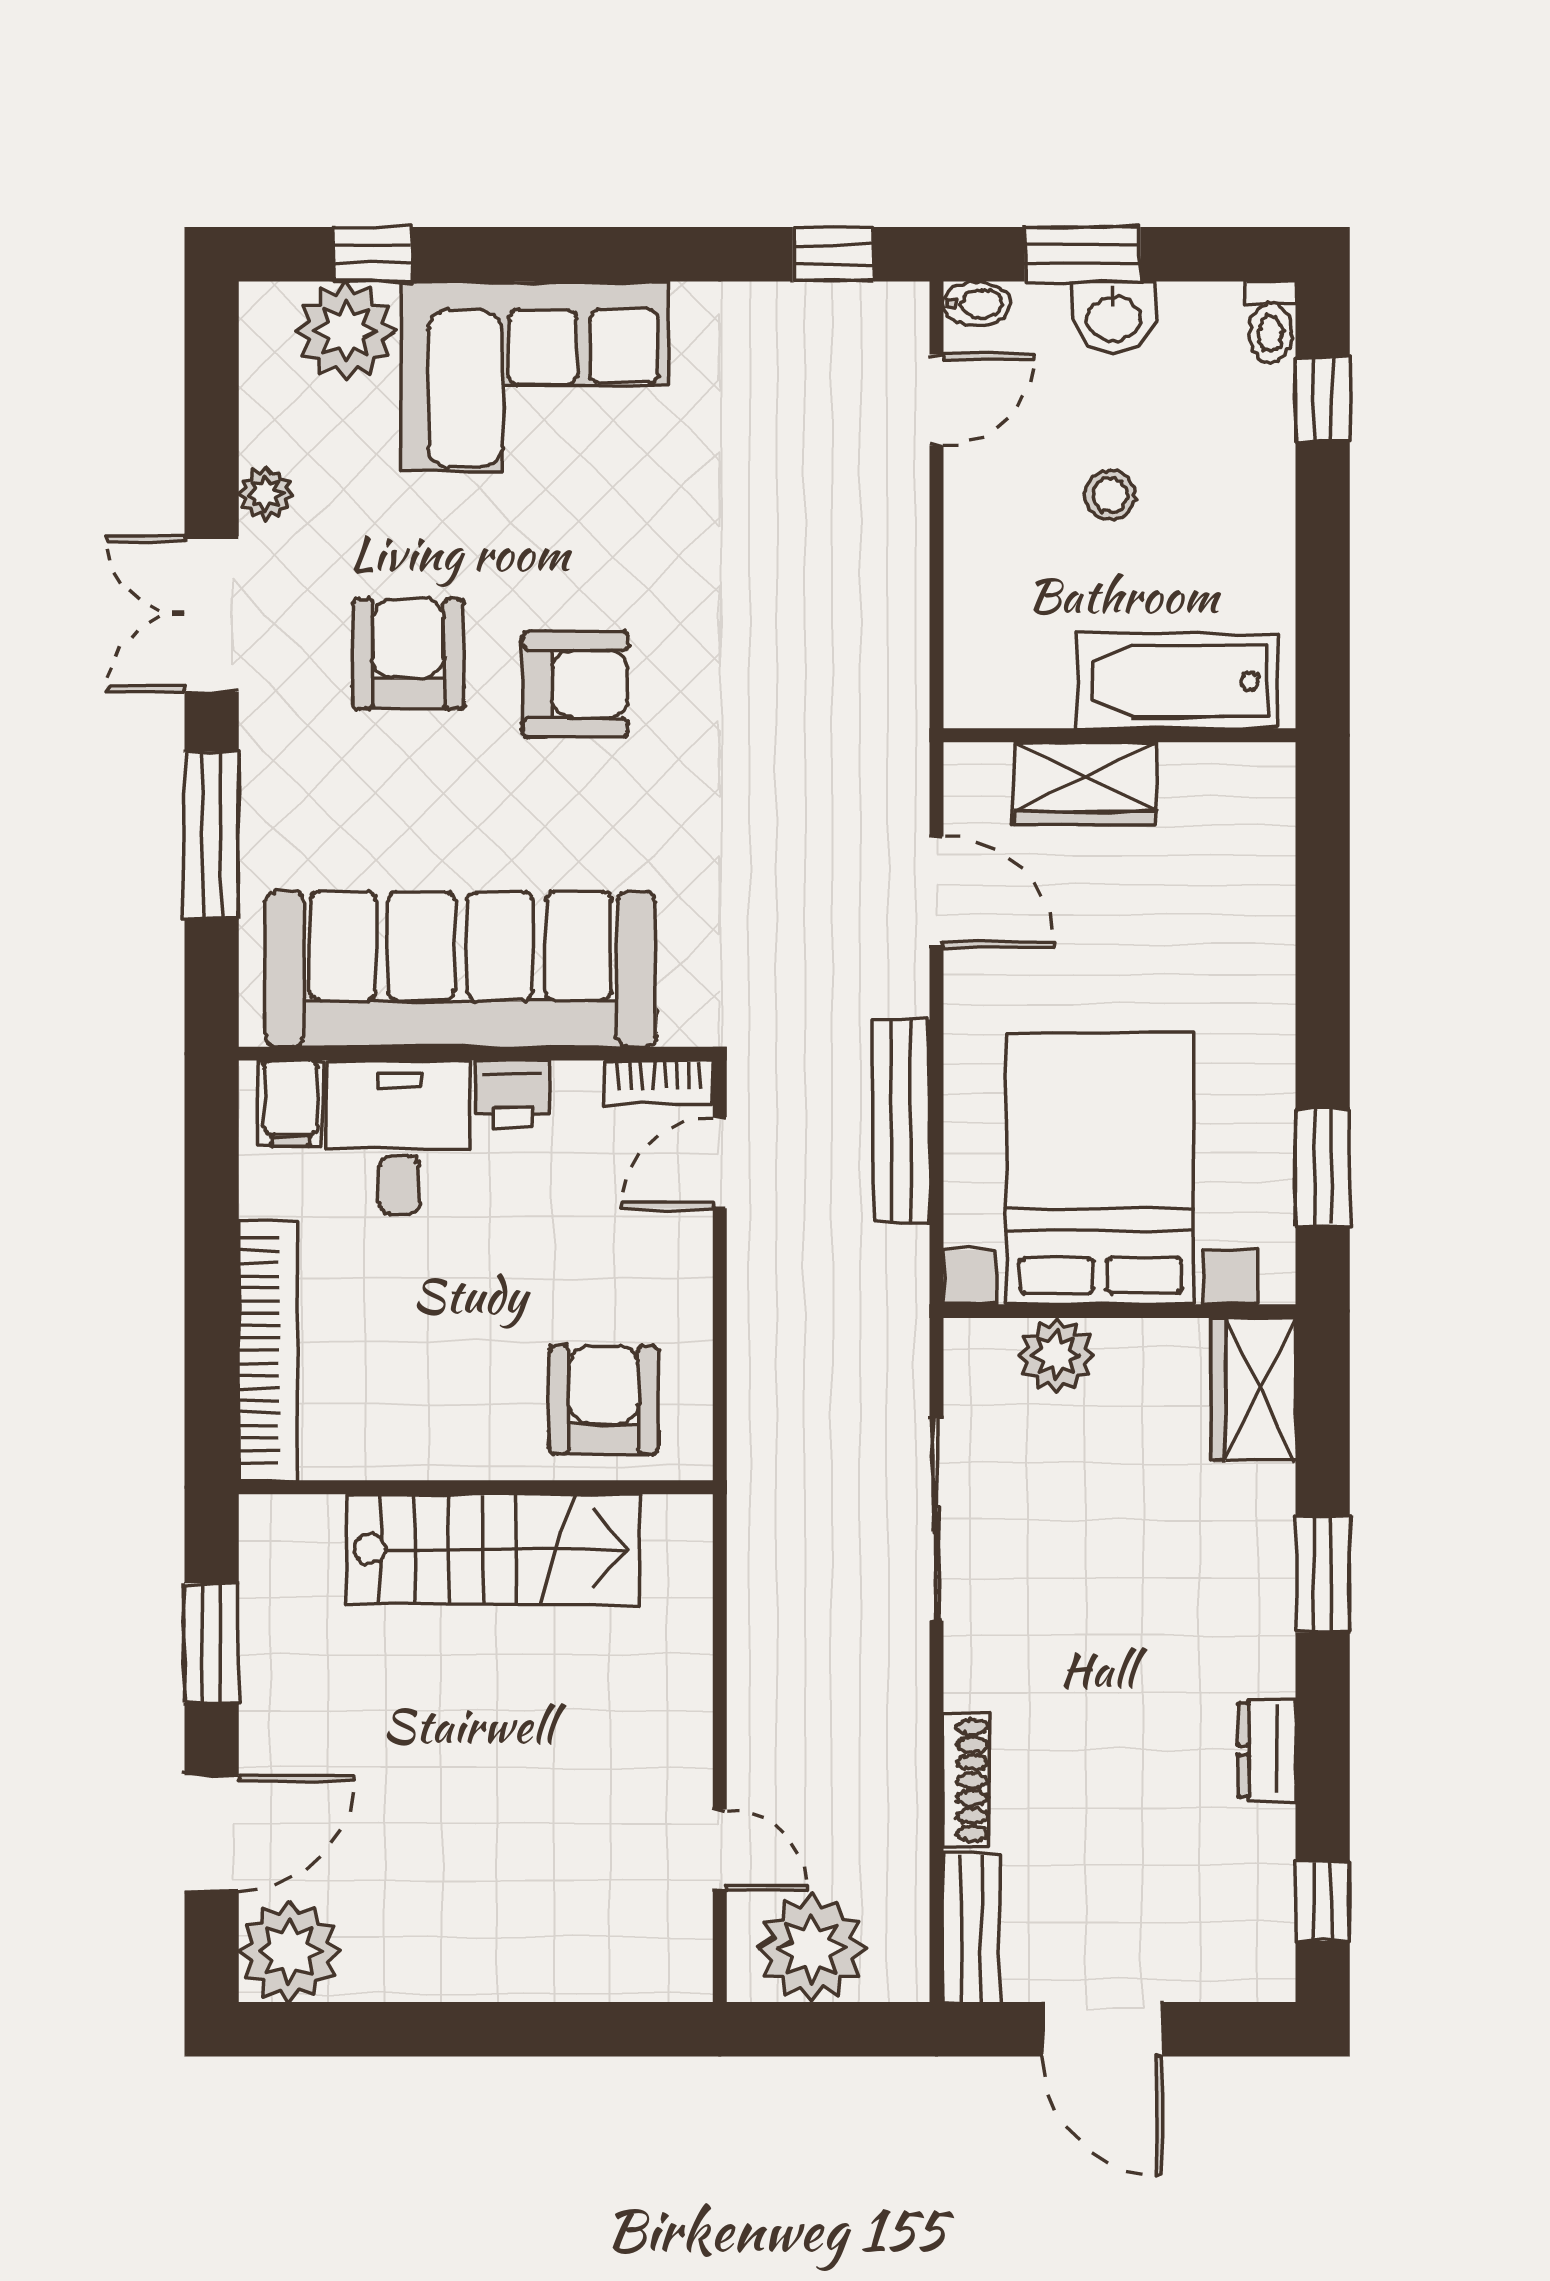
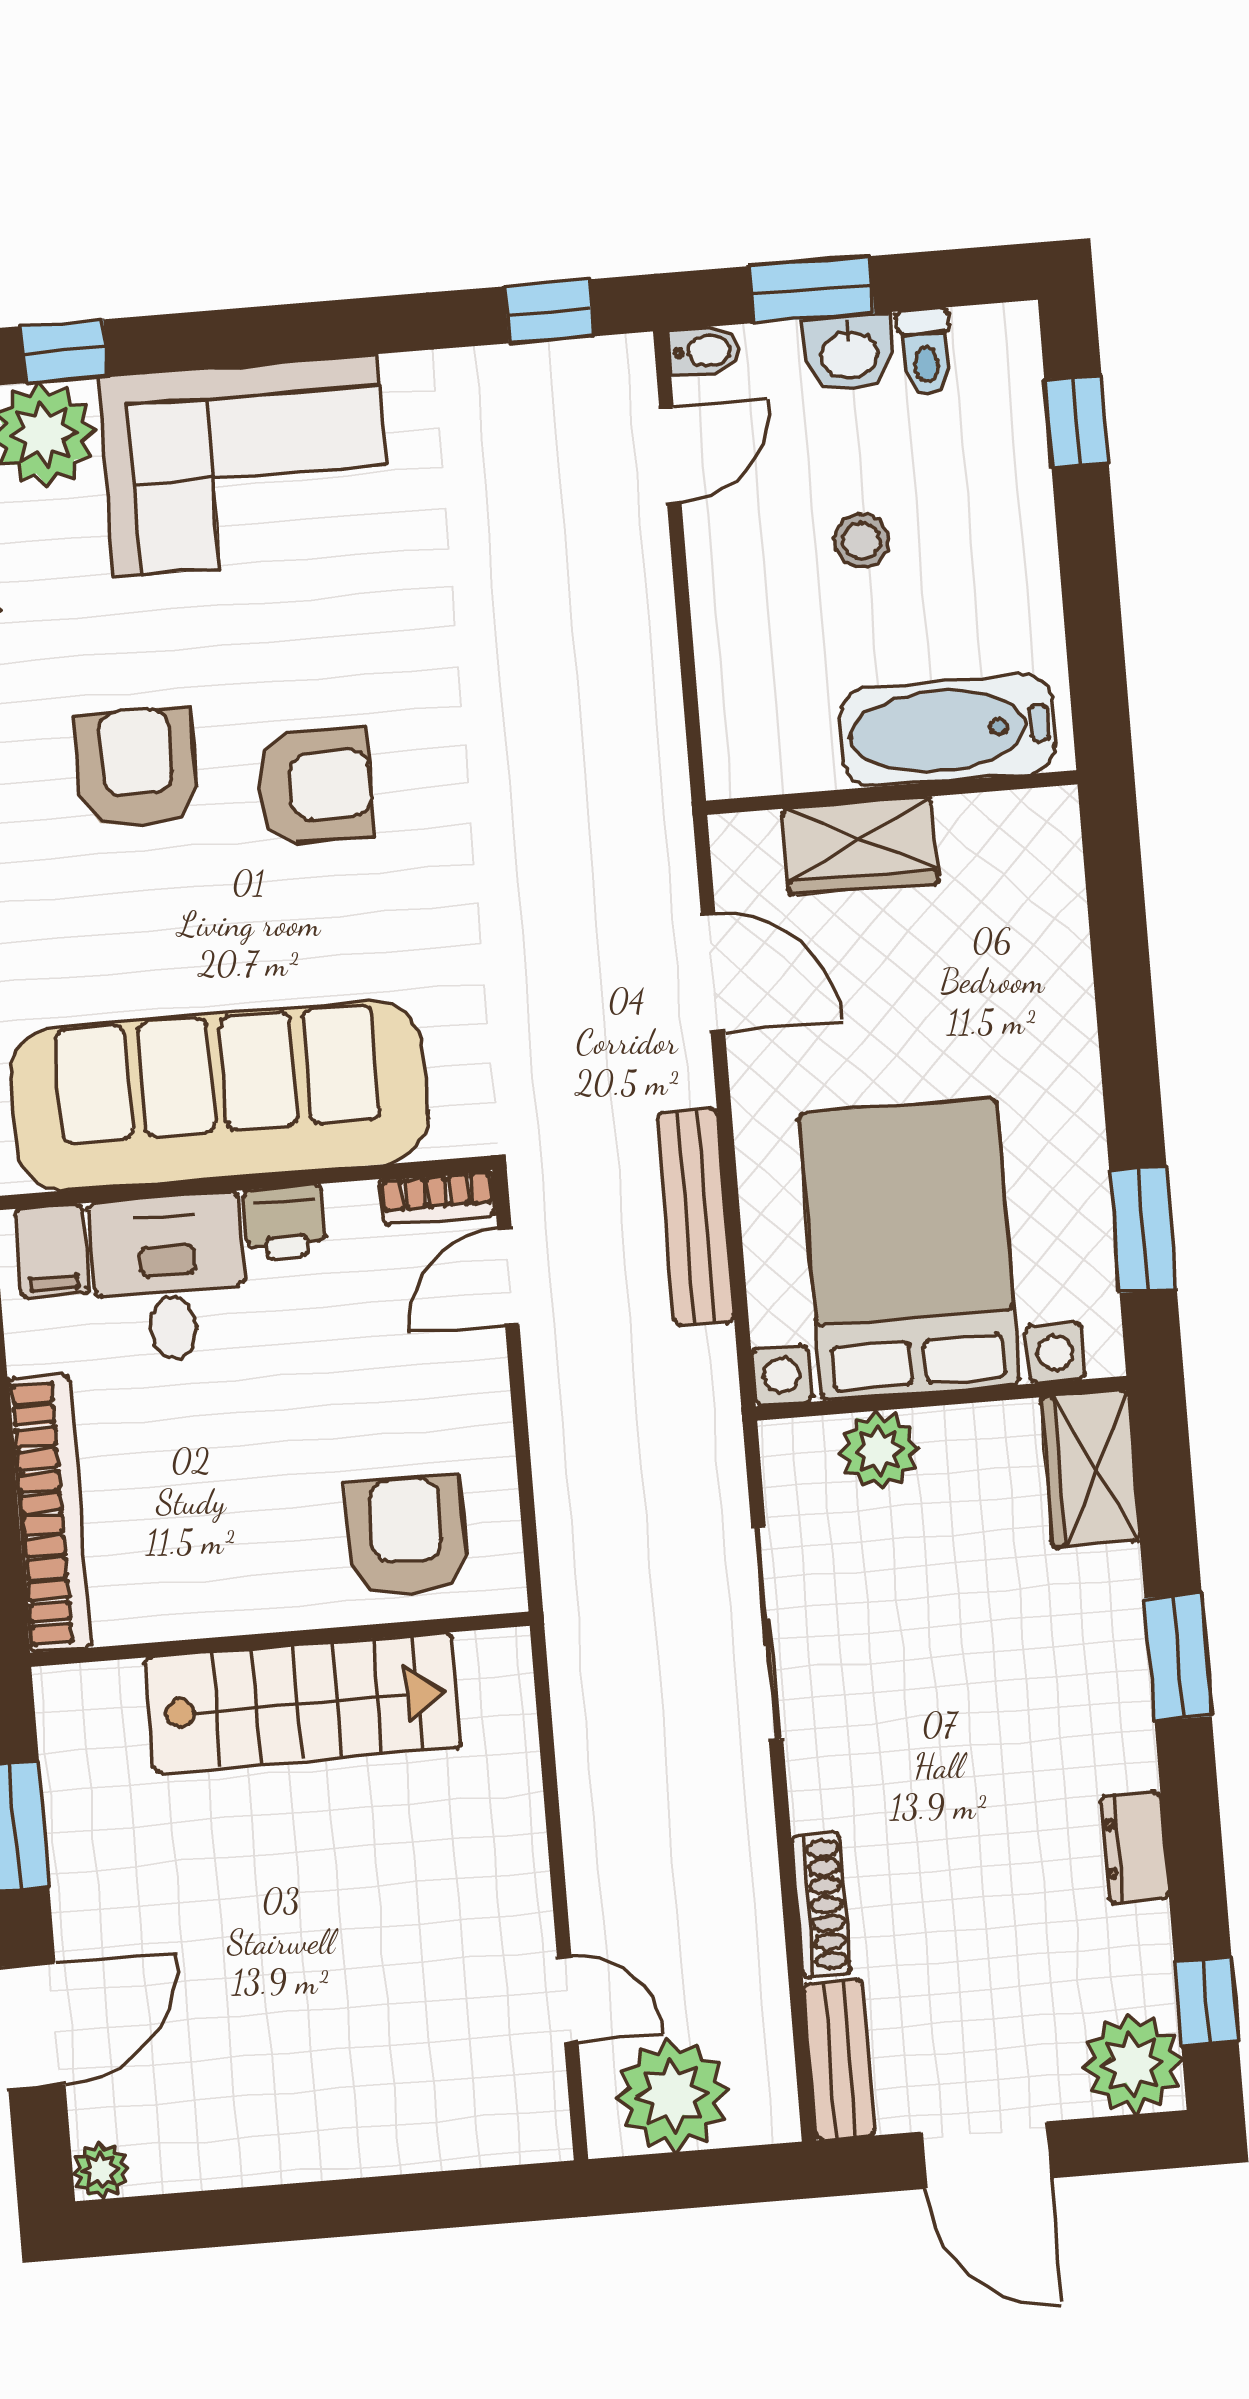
toilet: (1271, 322) -> (925, 352), moved
plant: (290, 1951) -> (101, 2170), width x0.53, depth x0.53
plant: (1248, 1954) -> (1132, 2064), added

